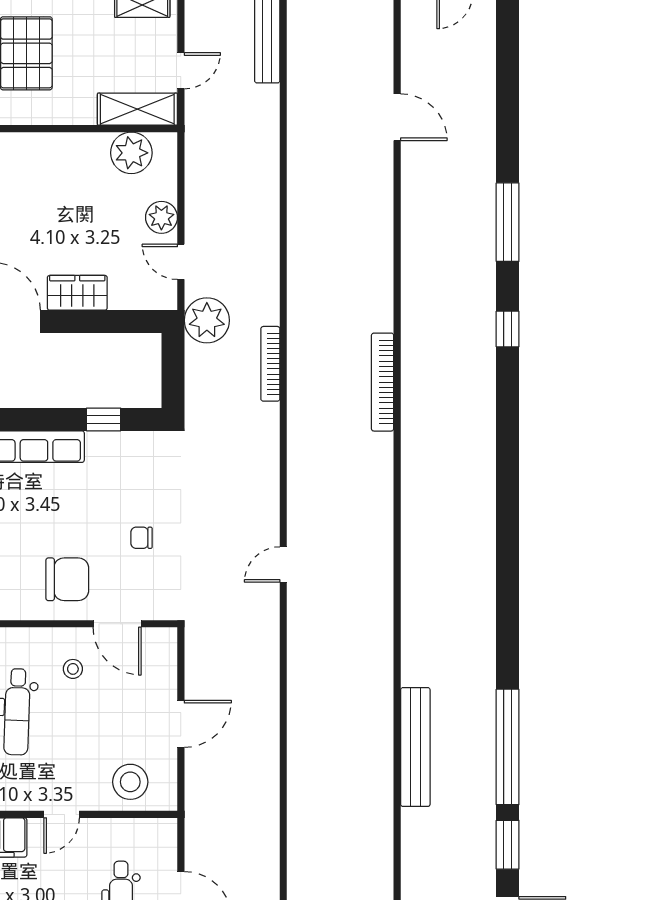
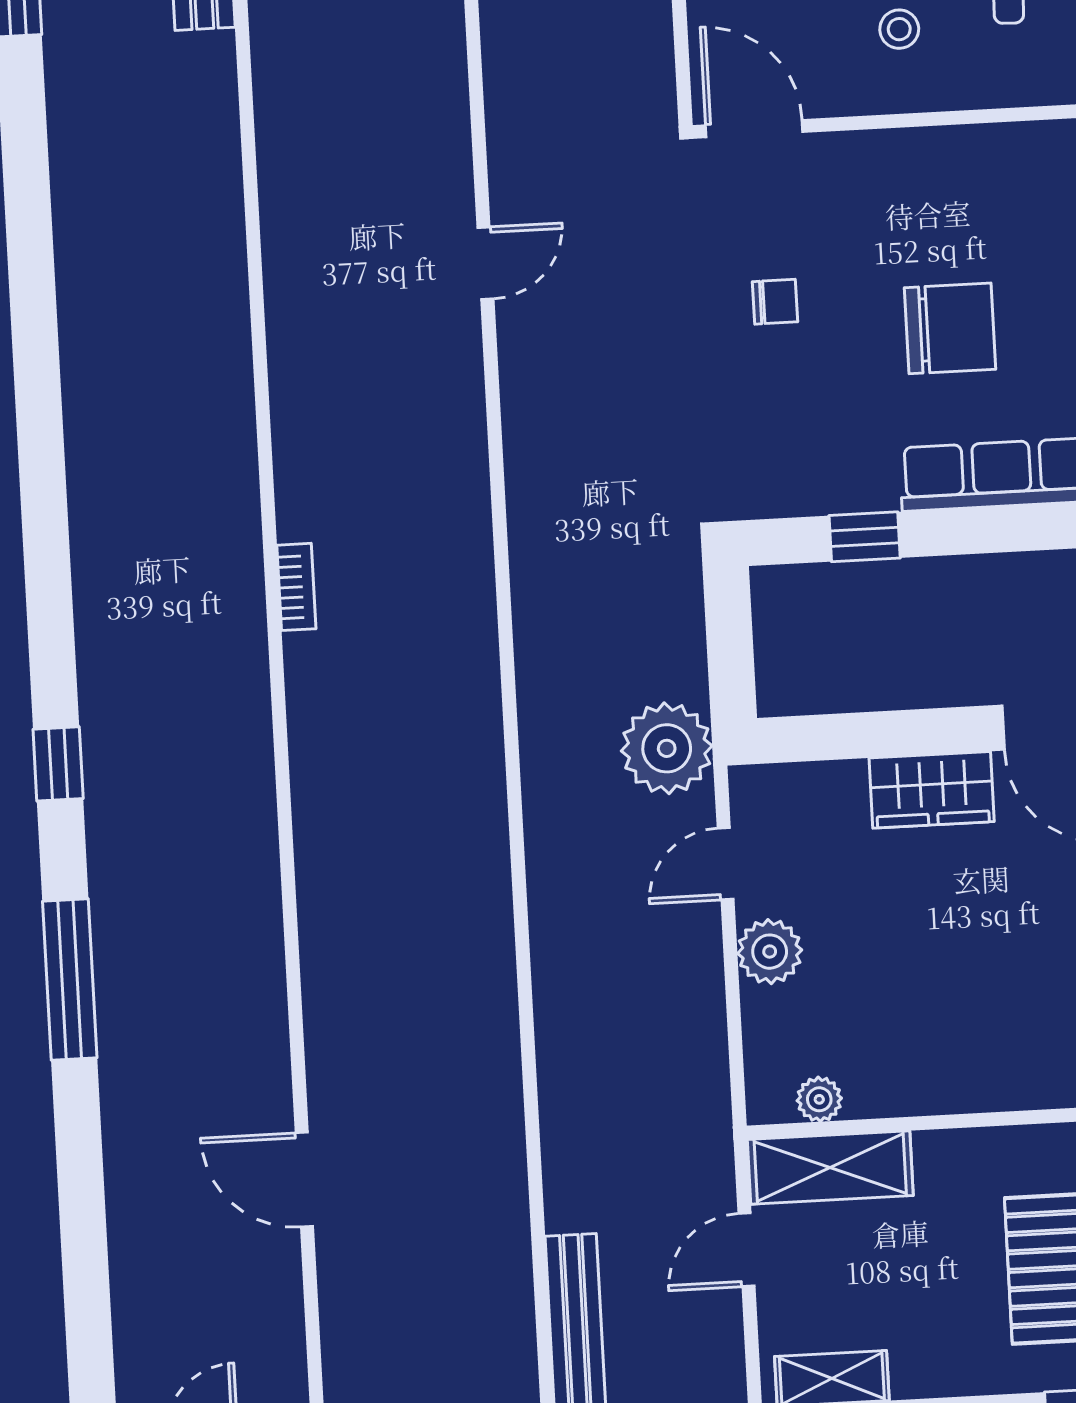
plant: (131, 153) -> (819, 1099), width x0.53, depth x0.53
door: (181, 262) -> (726, 864), swing flipped
bookcase: (270, 364) -> (534, 667), removed
bookcase: (383, 382) -> (296, 587), width x0.43, depth x0.76
chair: (67, 579) -> (950, 328), moved, turned 180
door: (117, 624) -> (754, 129), moved

